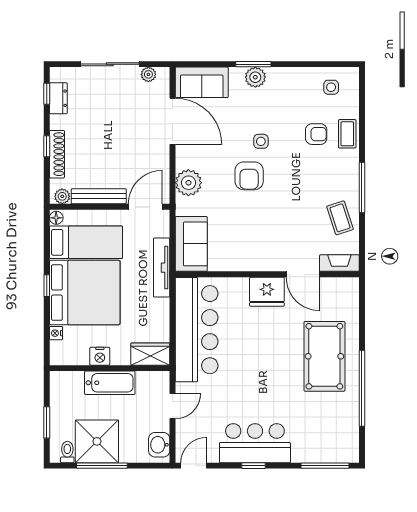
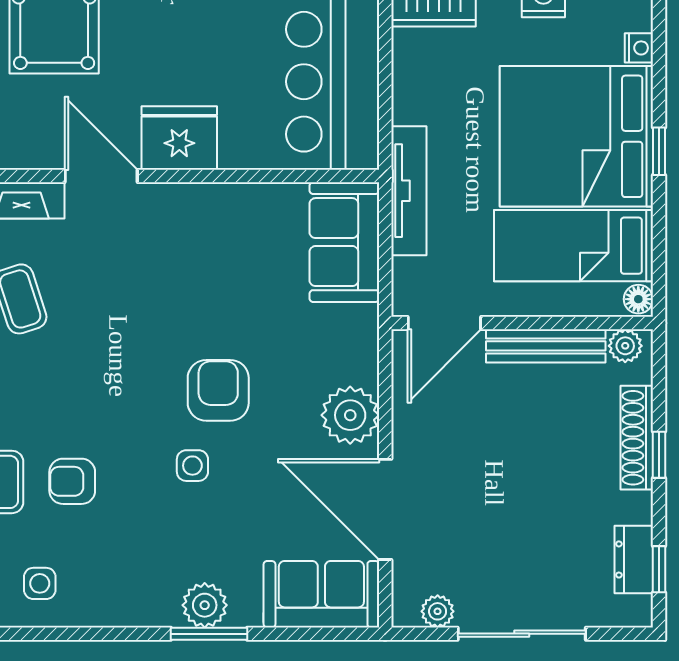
plant: (188, 183) -> (350, 415), moved

